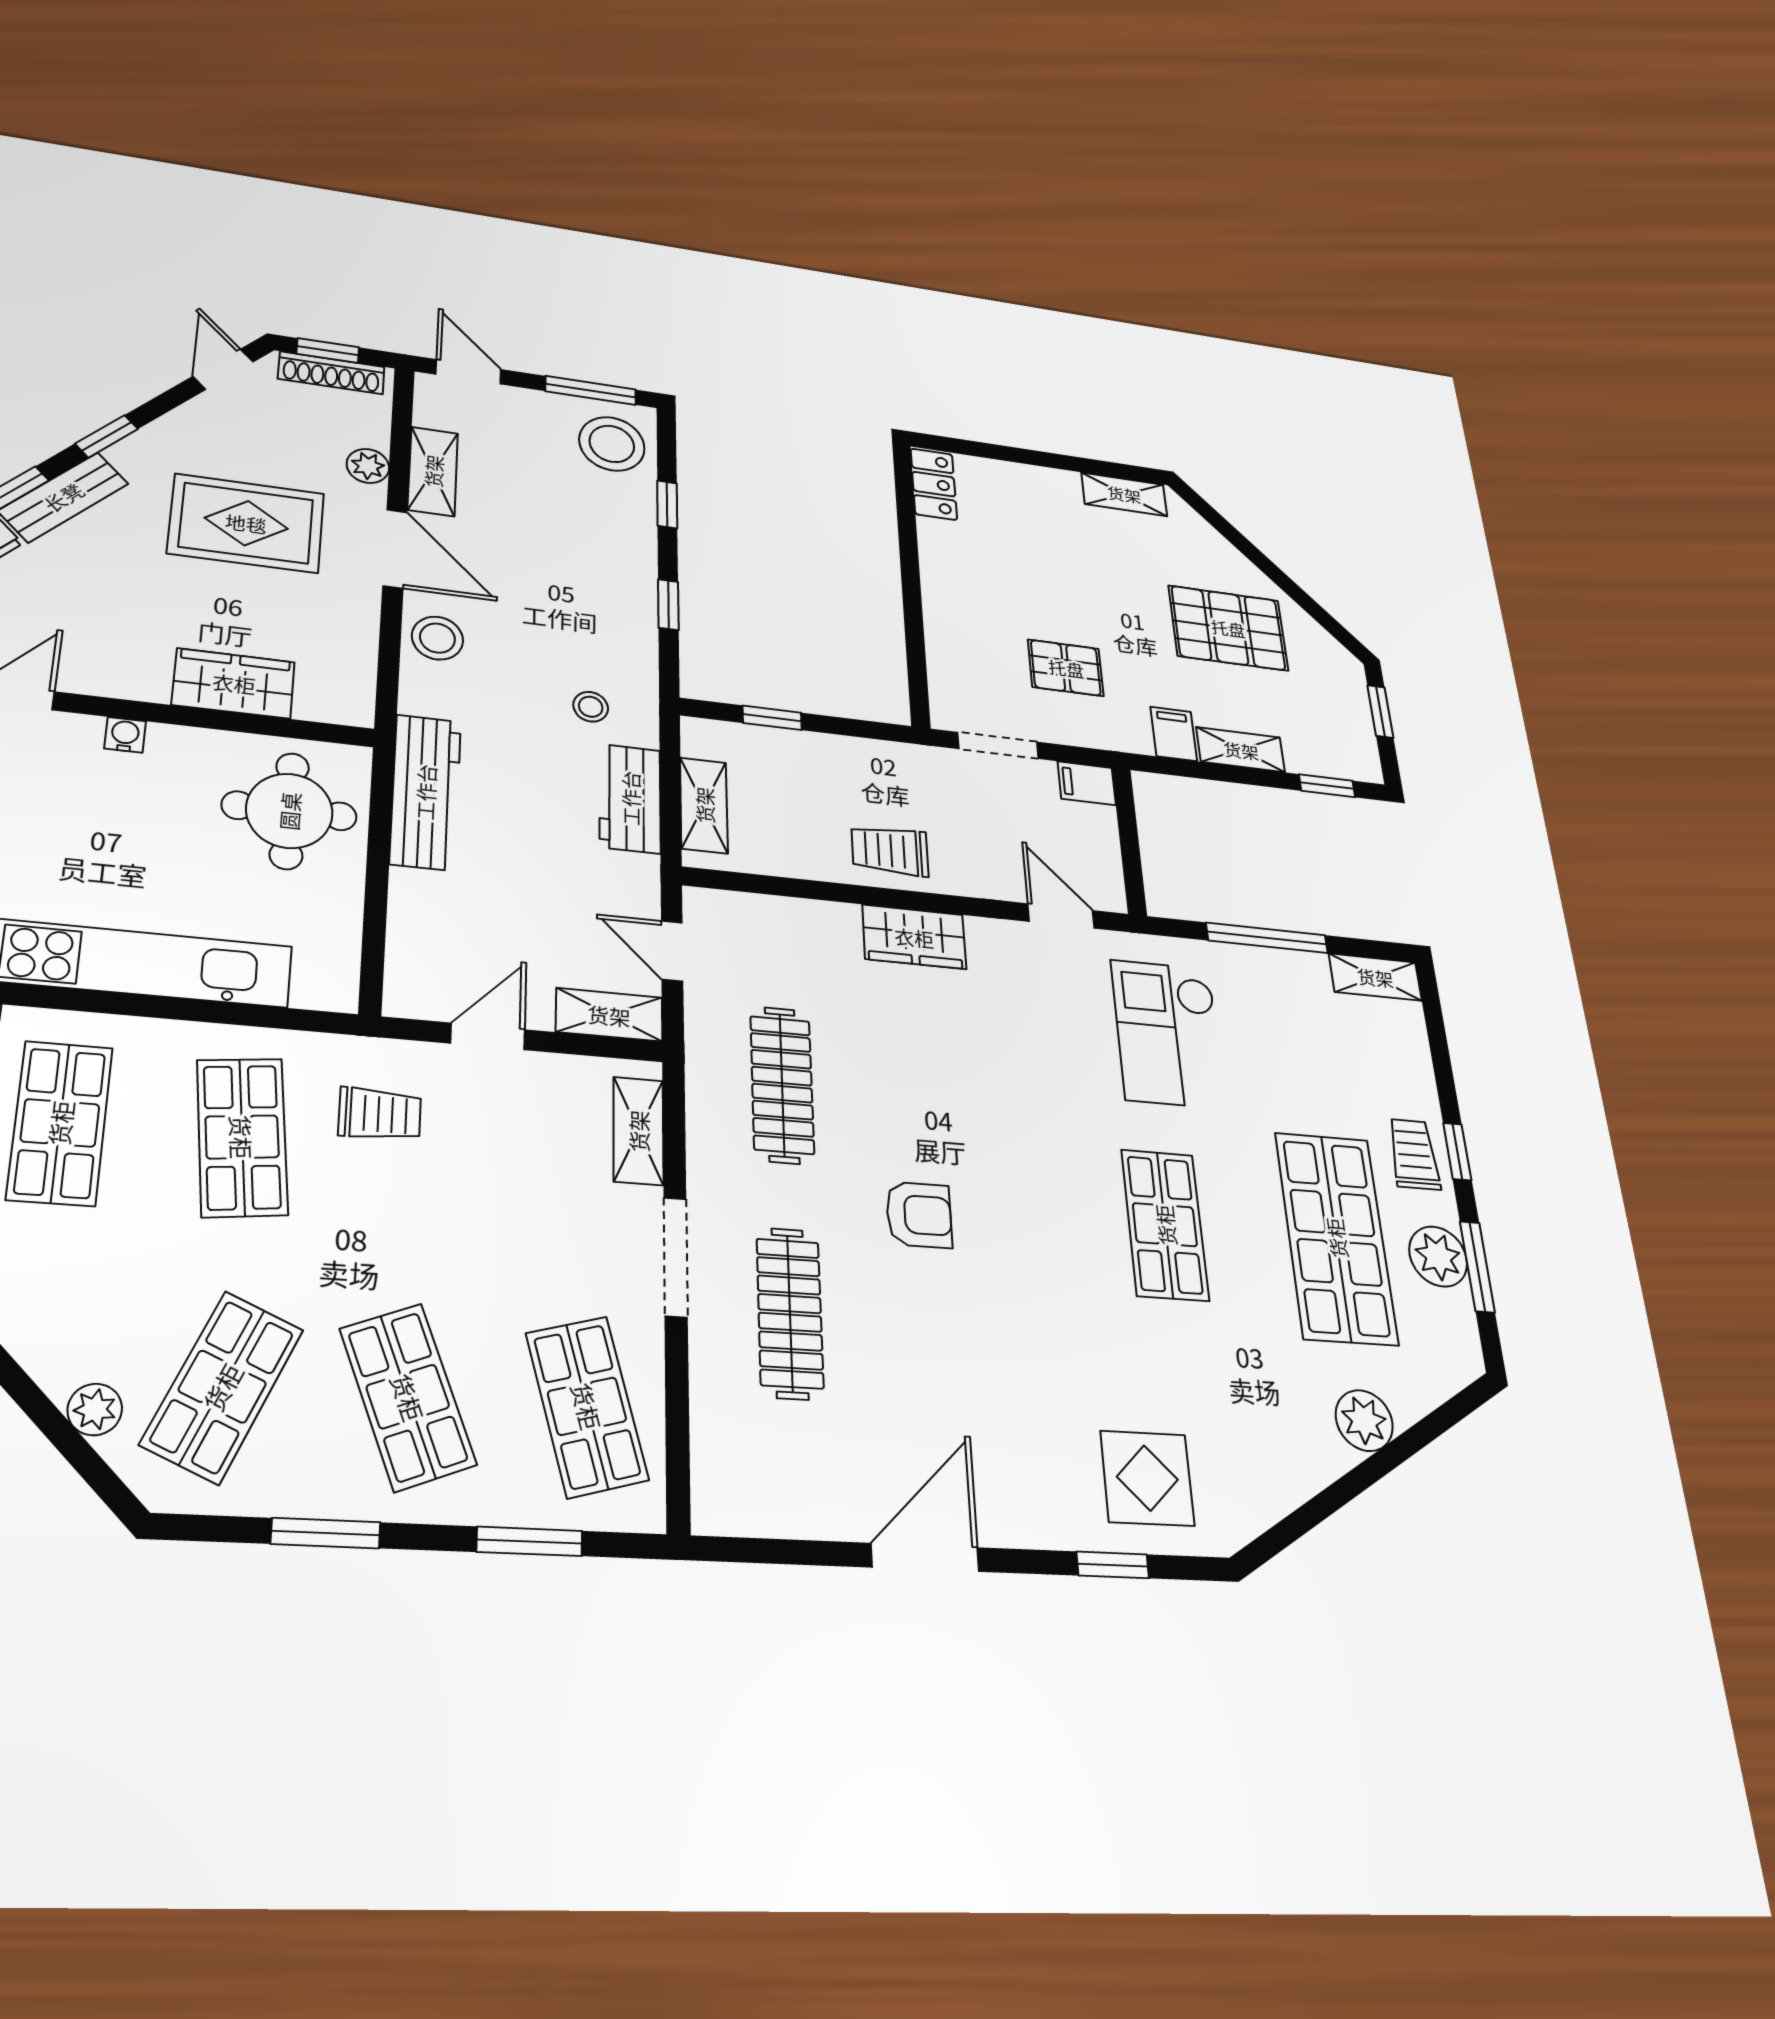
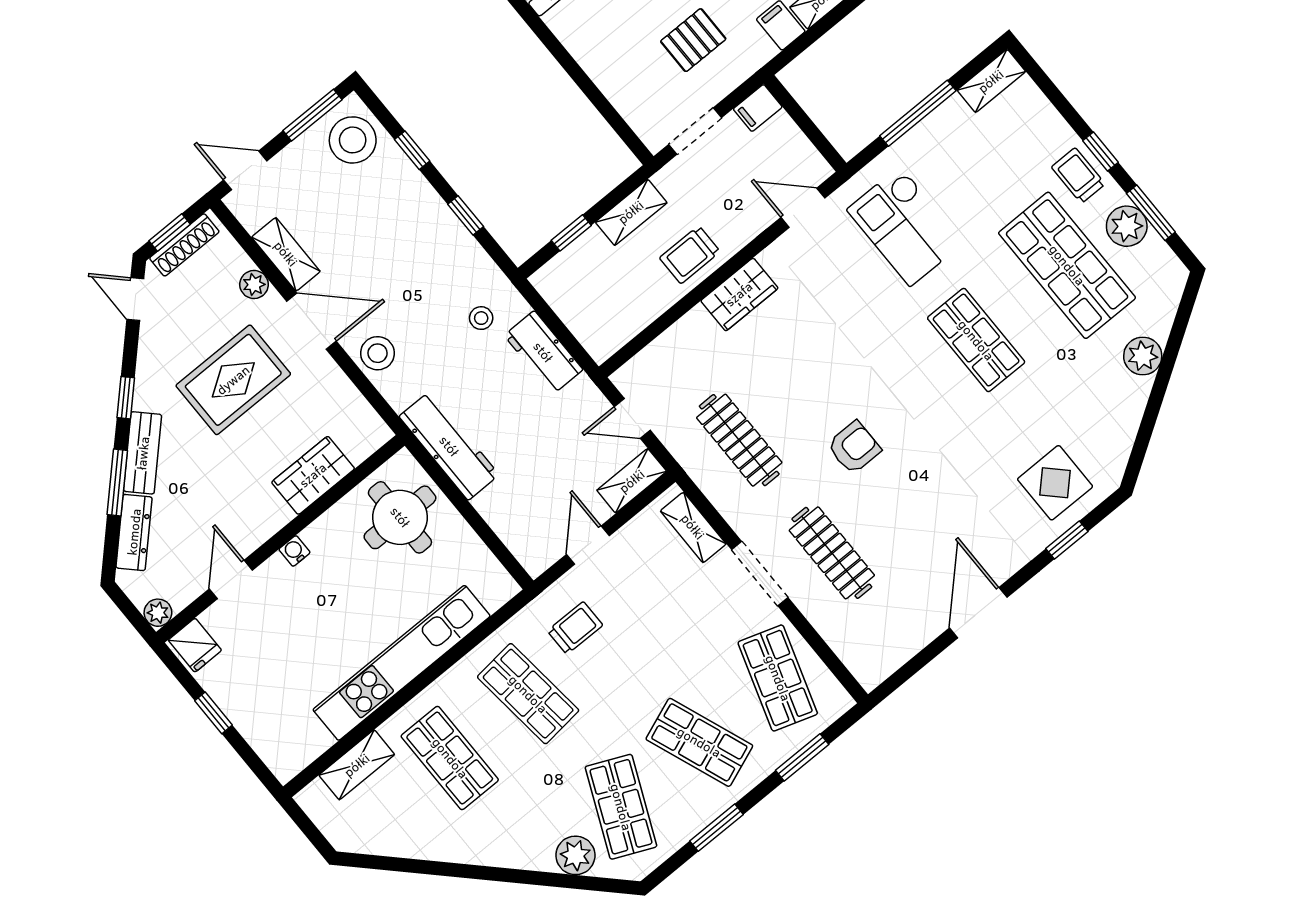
shelving: (704, 805) -> (631, 212), moved, turned 90
shop shelf: (587, 1406) -> (778, 678), turned 33
plant: (95, 1409) -> (575, 855), width x1.38, depth x1.38

